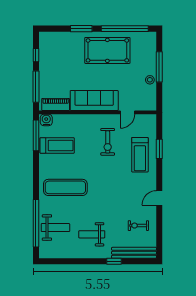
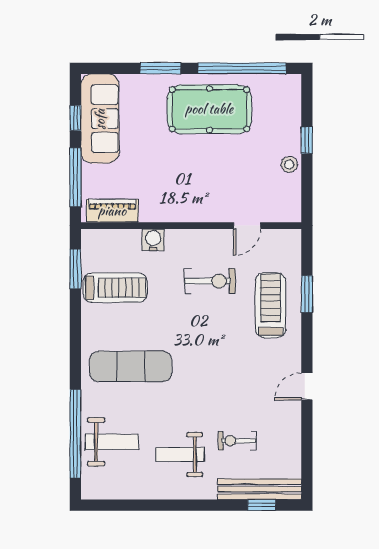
window: (159, 67) -> (307, 140), width x0.46
sofa: (94, 100) -> (100, 119), moved, turned 90
water cooler: (46, 120) -> (153, 240), moved
window: (36, 135) -> (75, 269), width x0.69
exercise bike: (108, 142) -> (210, 281), turned -90
treadmill: (140, 155) -> (271, 305), turned 180
exercise bike: (138, 226) -> (237, 441), moved
window: (114, 261) -> (262, 505), moved

